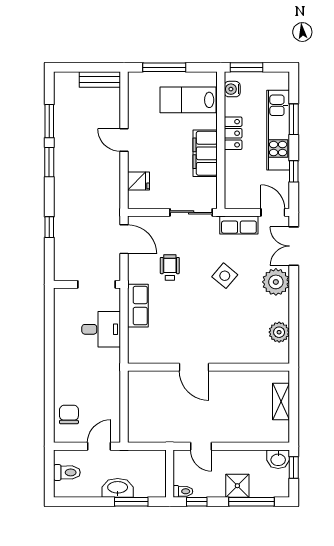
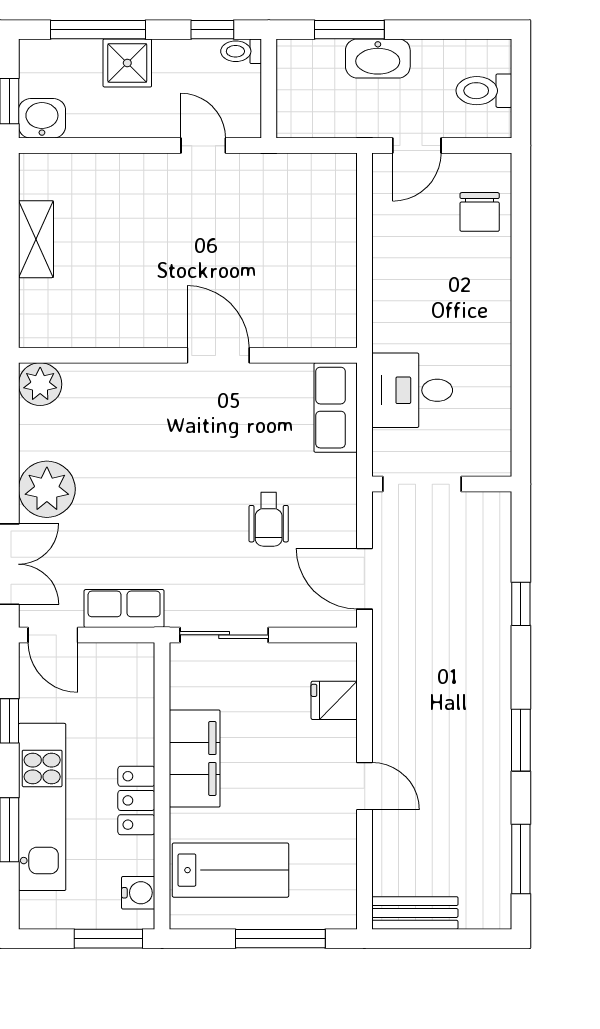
window: (49, 121) -> (521, 859), moved
side table: (225, 276) -> (154, 502), removed
row of seats: (138, 306) -> (336, 408), moved
door: (194, 367) -> (218, 355), moved
wall: (208, 367) -> (188, 355), moved

